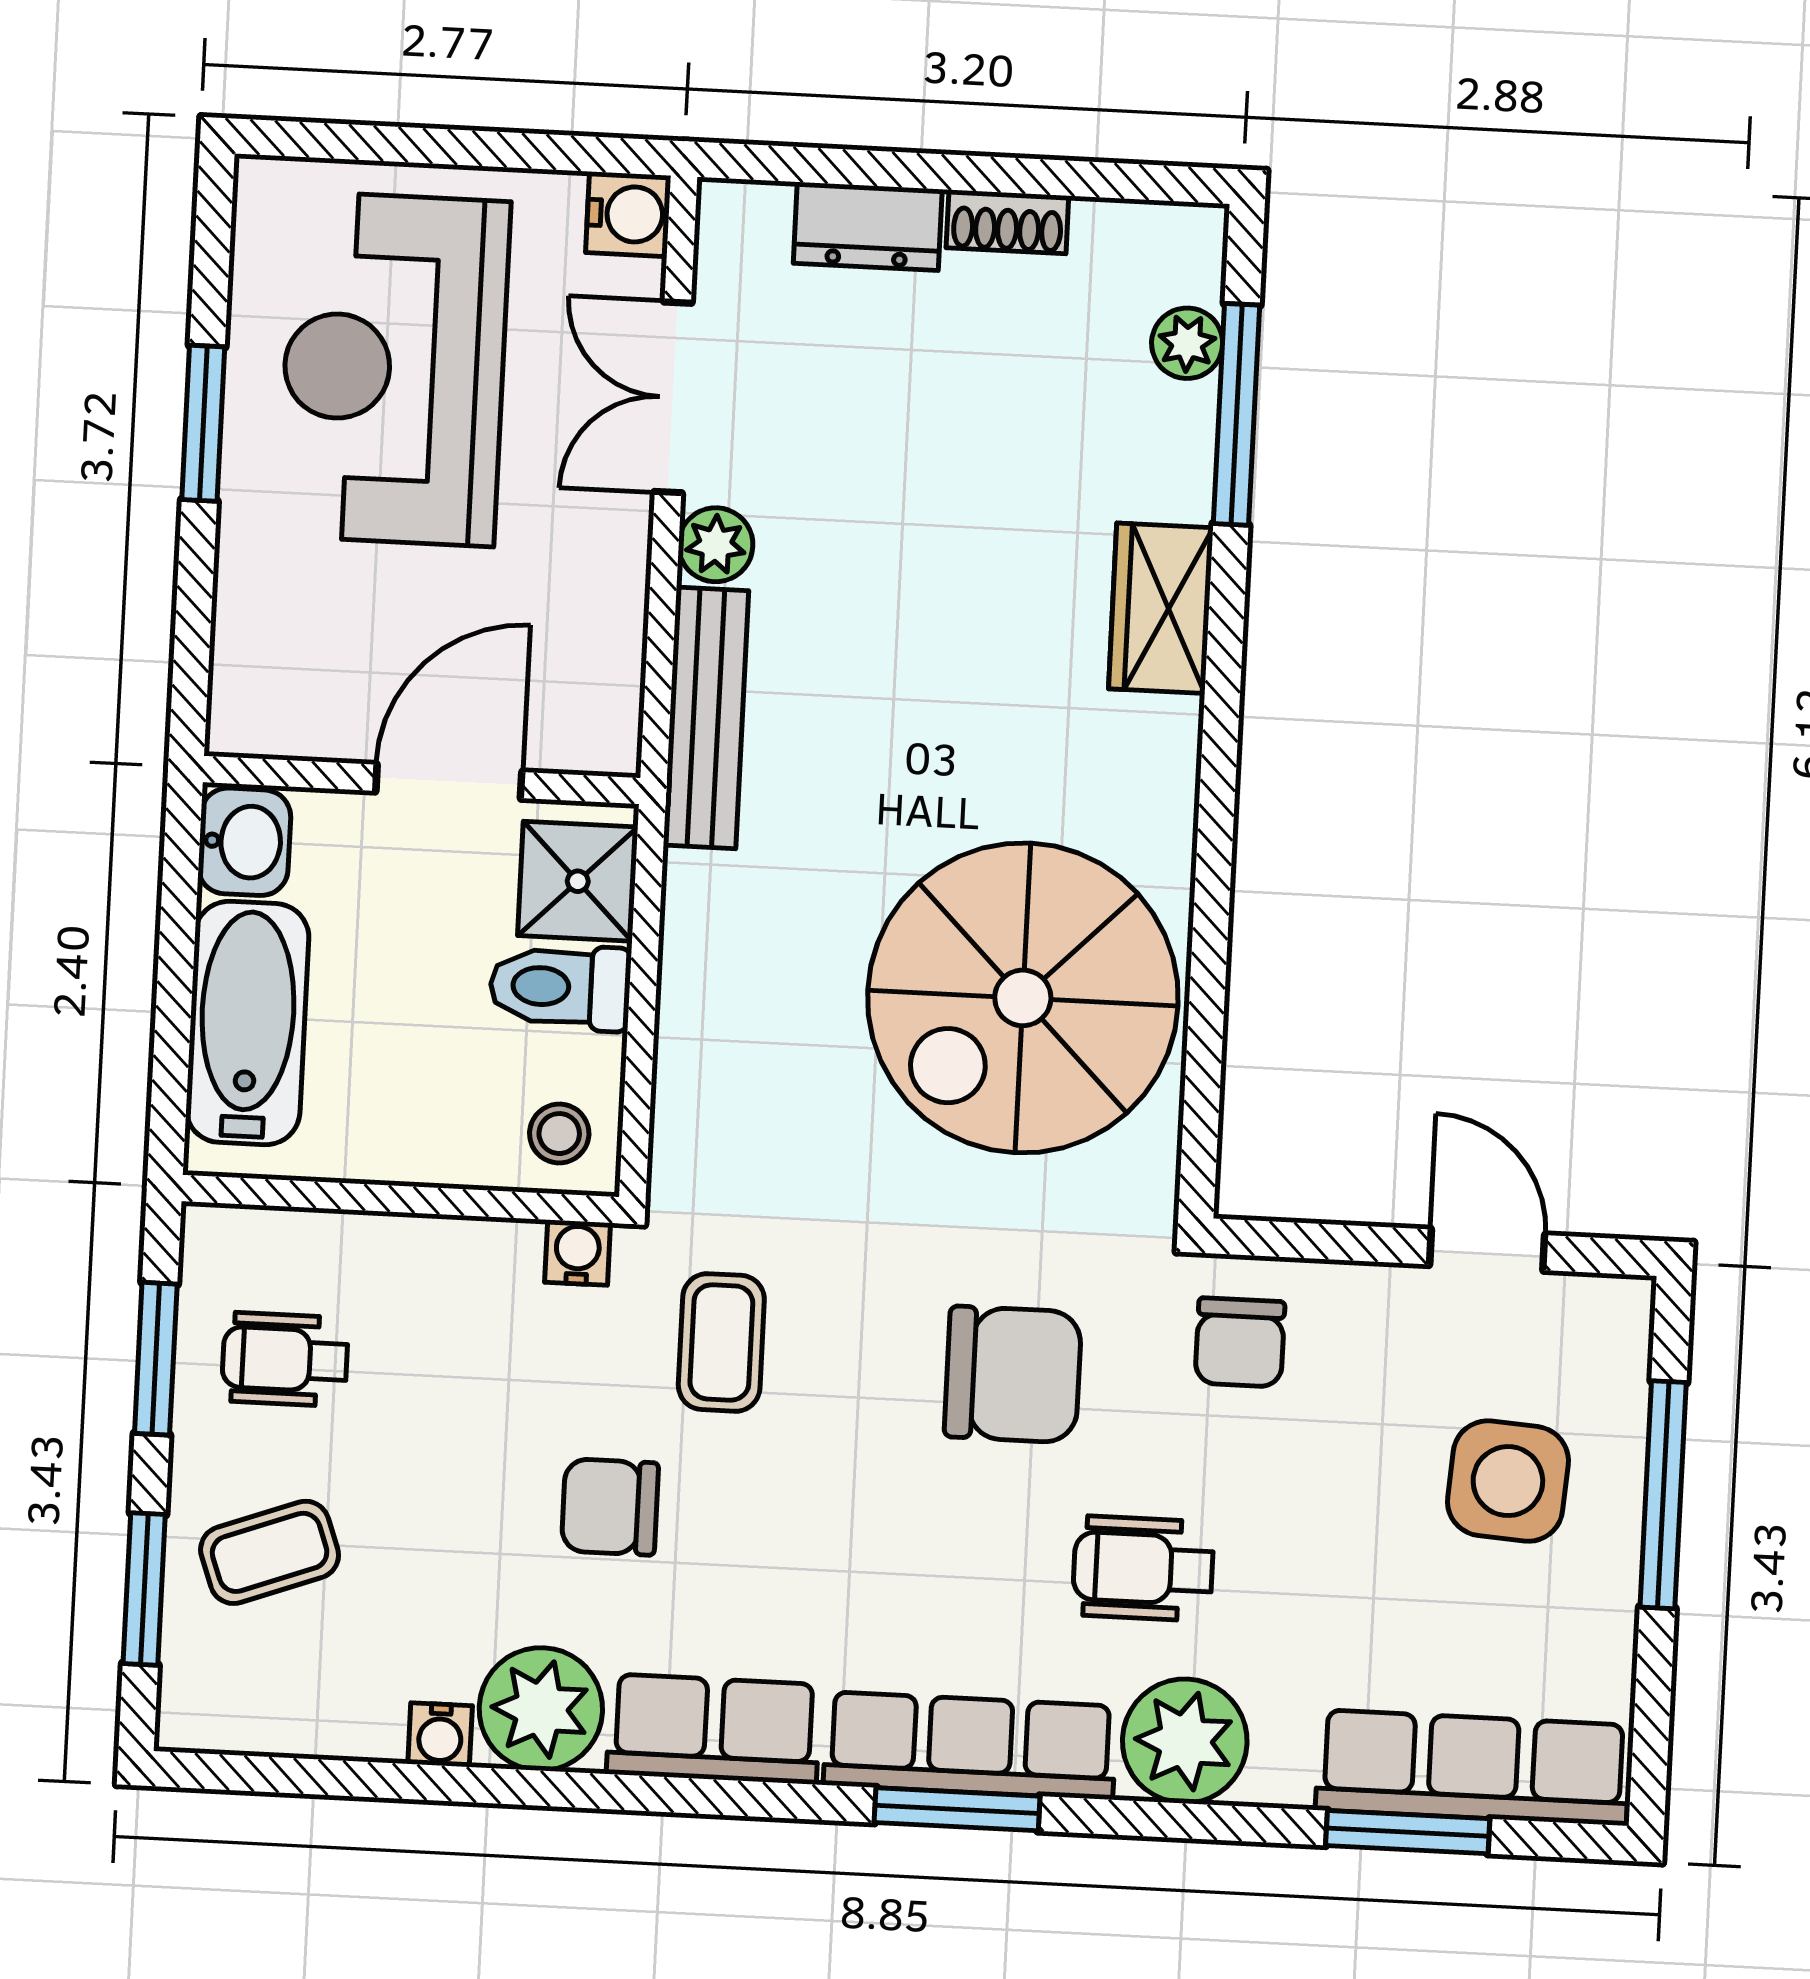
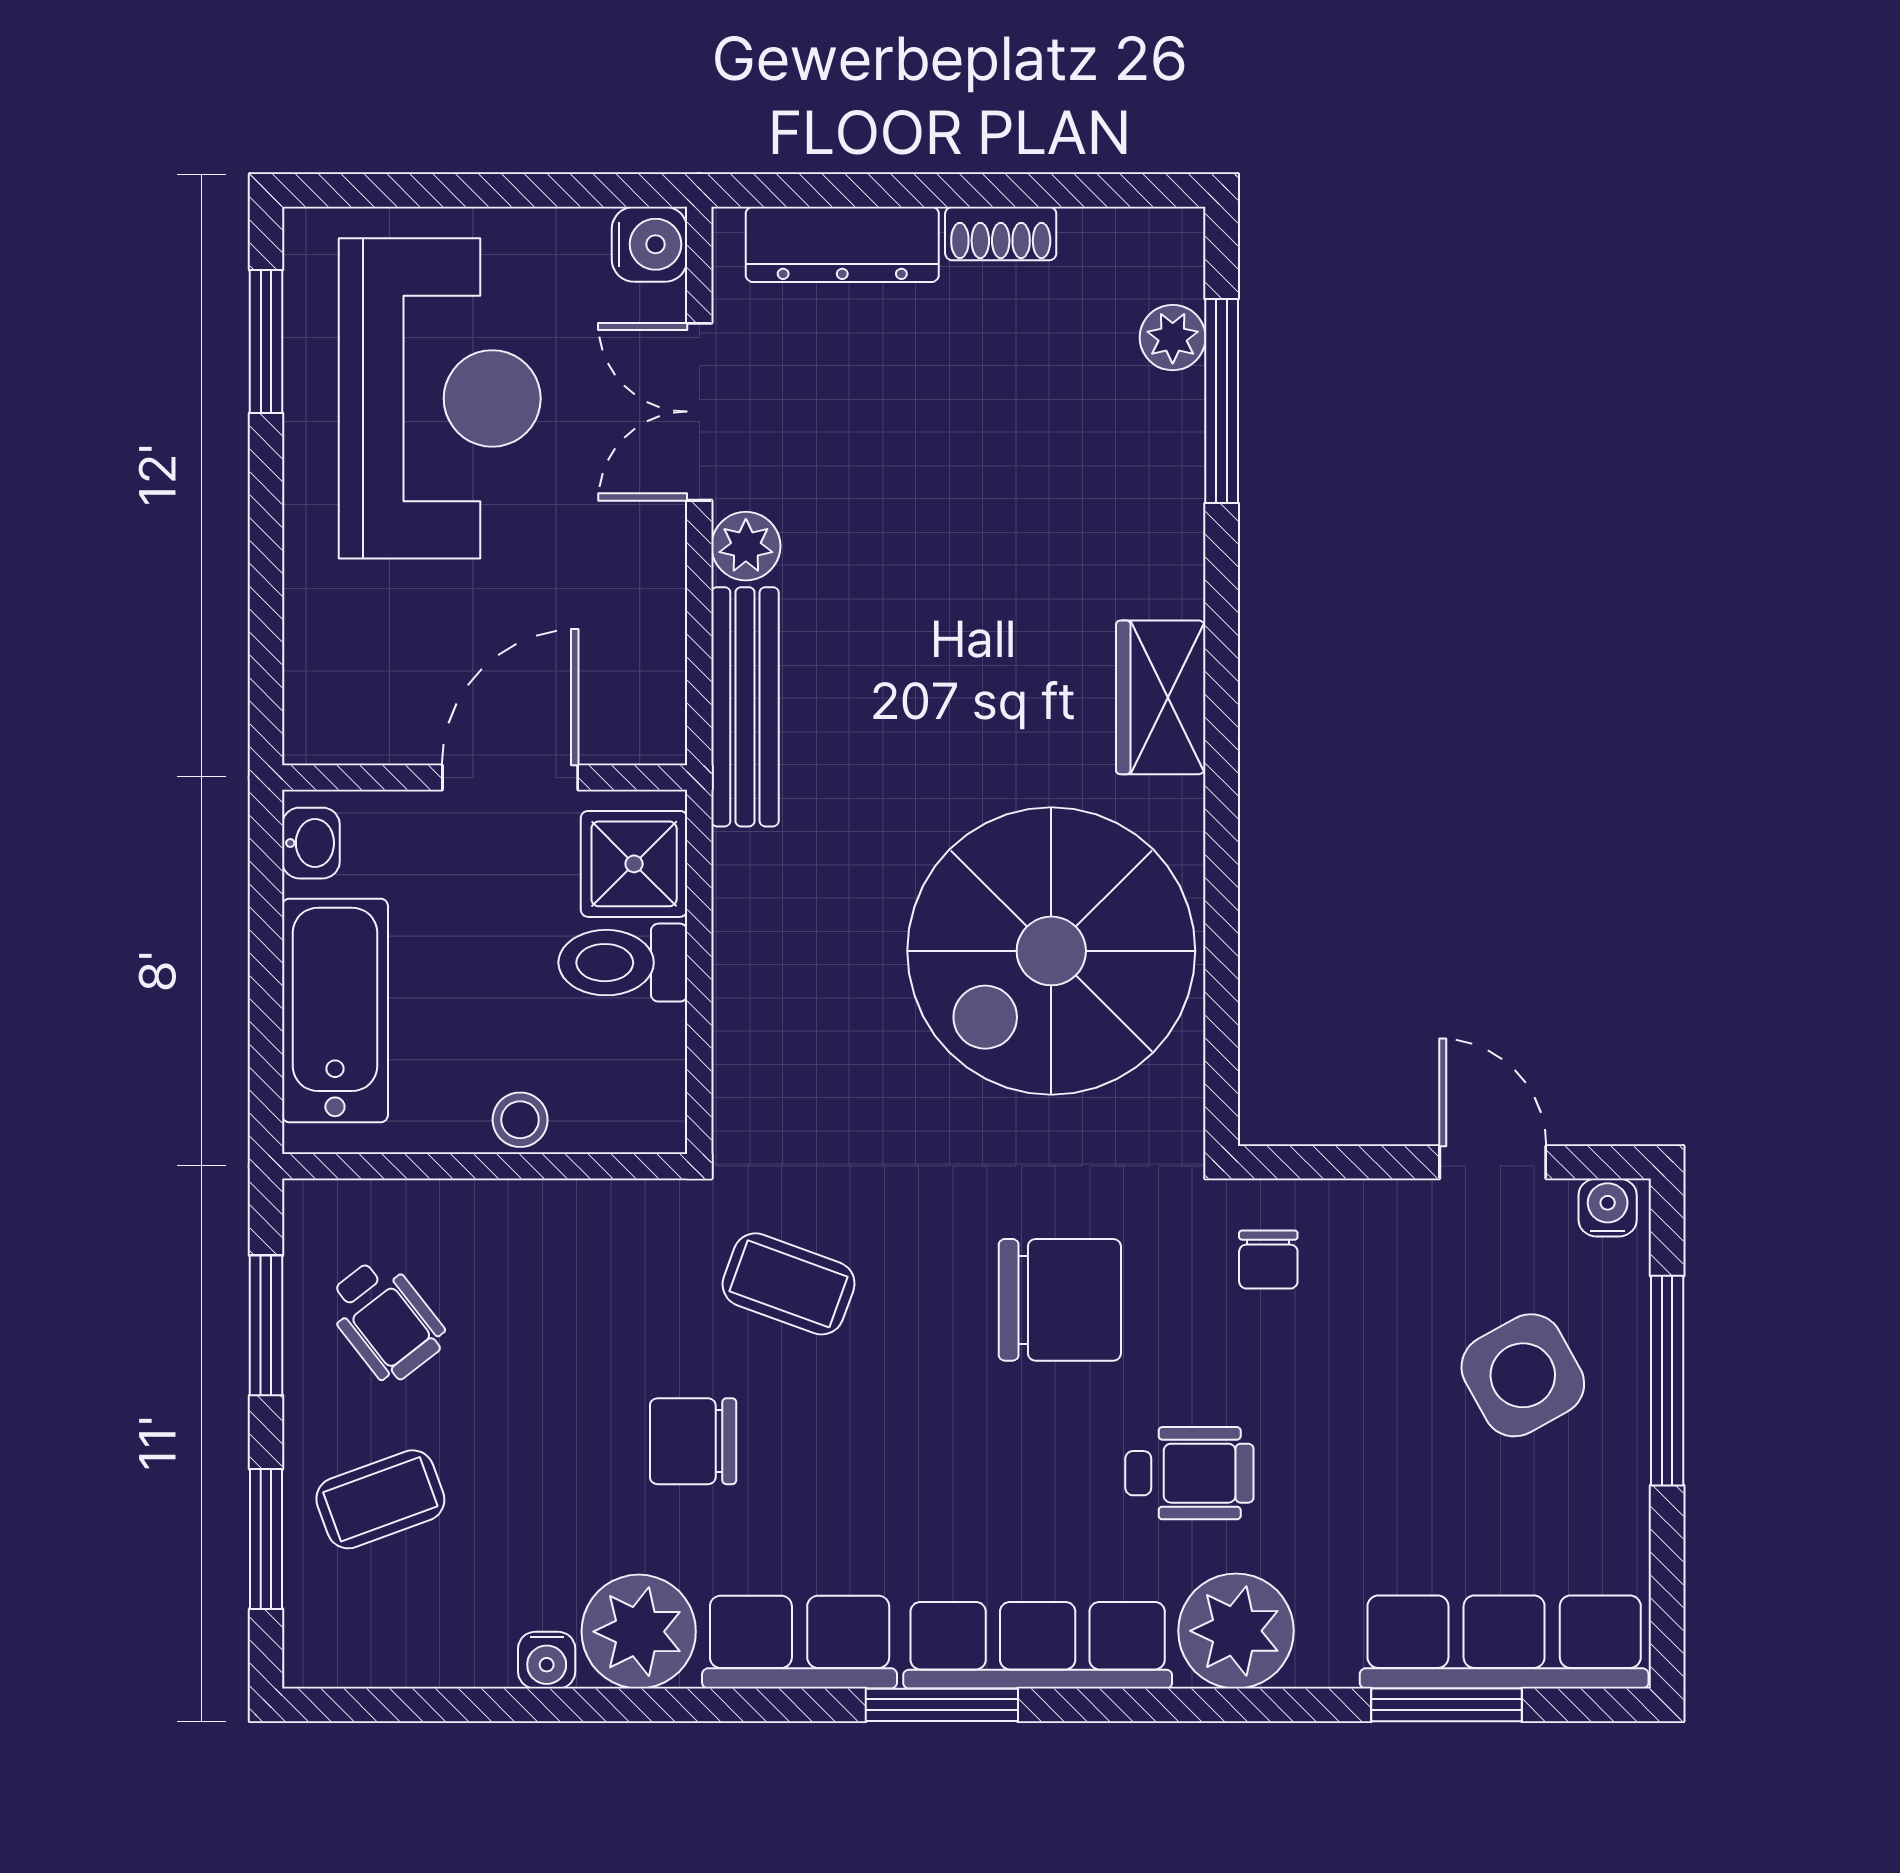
dresser: (868, 226) -> (842, 244), width x1.44
reception desk: (394, 369) -> (440, 398), turned 180
window: (203, 423) -> (266, 341), moved
wardrobe: (1161, 608) -> (1161, 697), moved
washbasin: (244, 842) -> (311, 843), width x0.72, depth x0.69
stool: (559, 1134) -> (520, 1120), moved
water cooler: (578, 1253) -> (1608, 1207), moved
coffee table: (721, 1342) -> (789, 1284), turned -70
chair: (1240, 1342) -> (1268, 1260), width x0.73, depth x0.73
wheelchair: (285, 1359) -> (386, 1320), turned -128
side table: (1508, 1481) -> (1523, 1375), turned -33
wheelchair: (1143, 1568) -> (1189, 1473), turned 180
window: (957, 1809) -> (942, 1705), moved

